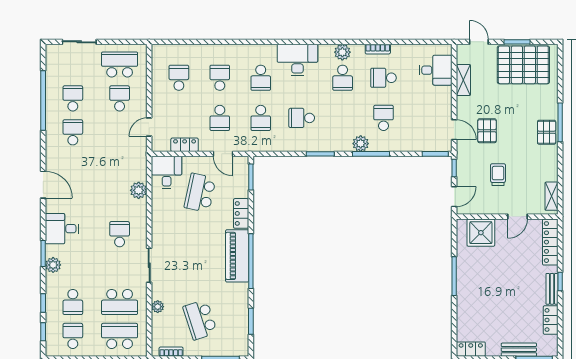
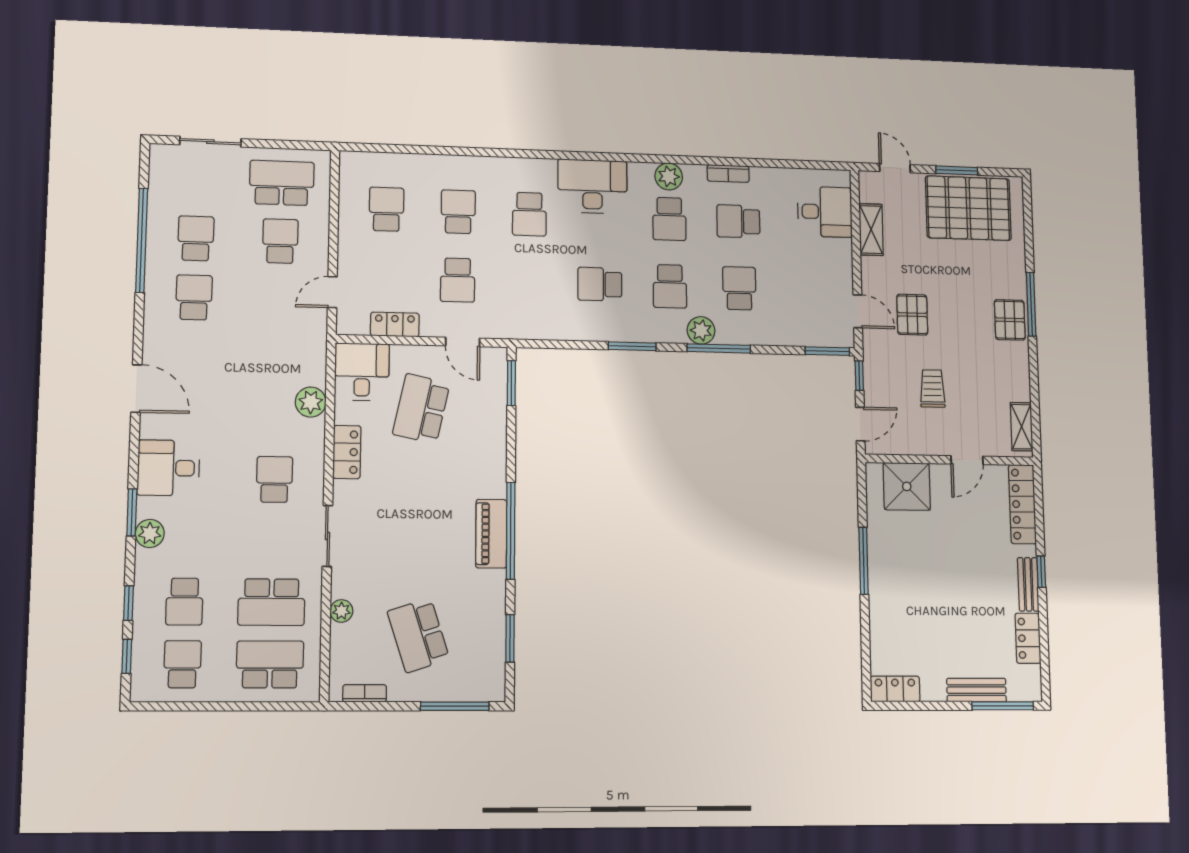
school desk: (261, 118) -> (670, 286), moved
locker: (241, 213) -> (347, 452), moved, turned 180
piano: (237, 256) -> (491, 534), width x0.73, depth x0.75

